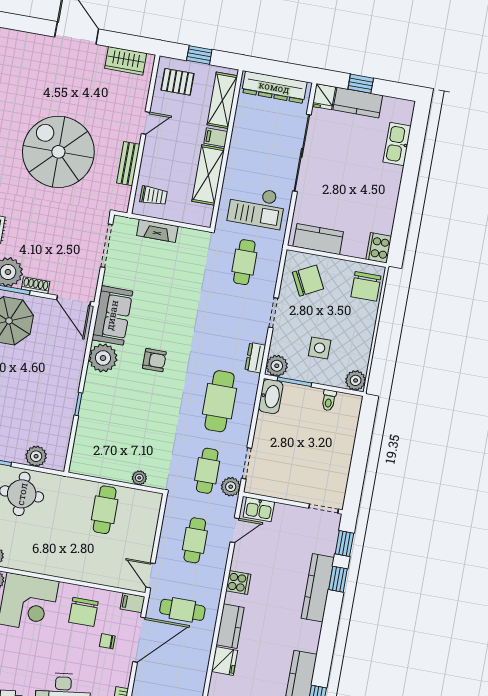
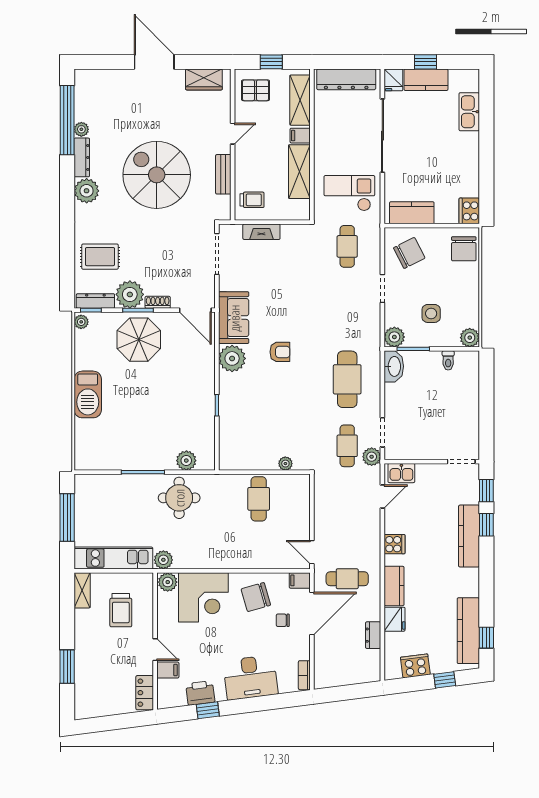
checkout: (257, 207) -> (349, 193), turned 180
dresser: (255, 358) -> (373, 635), moved
cafe table: (195, 540) -> (347, 512), removed
chair: (83, 612) -> (256, 597), turned 74

